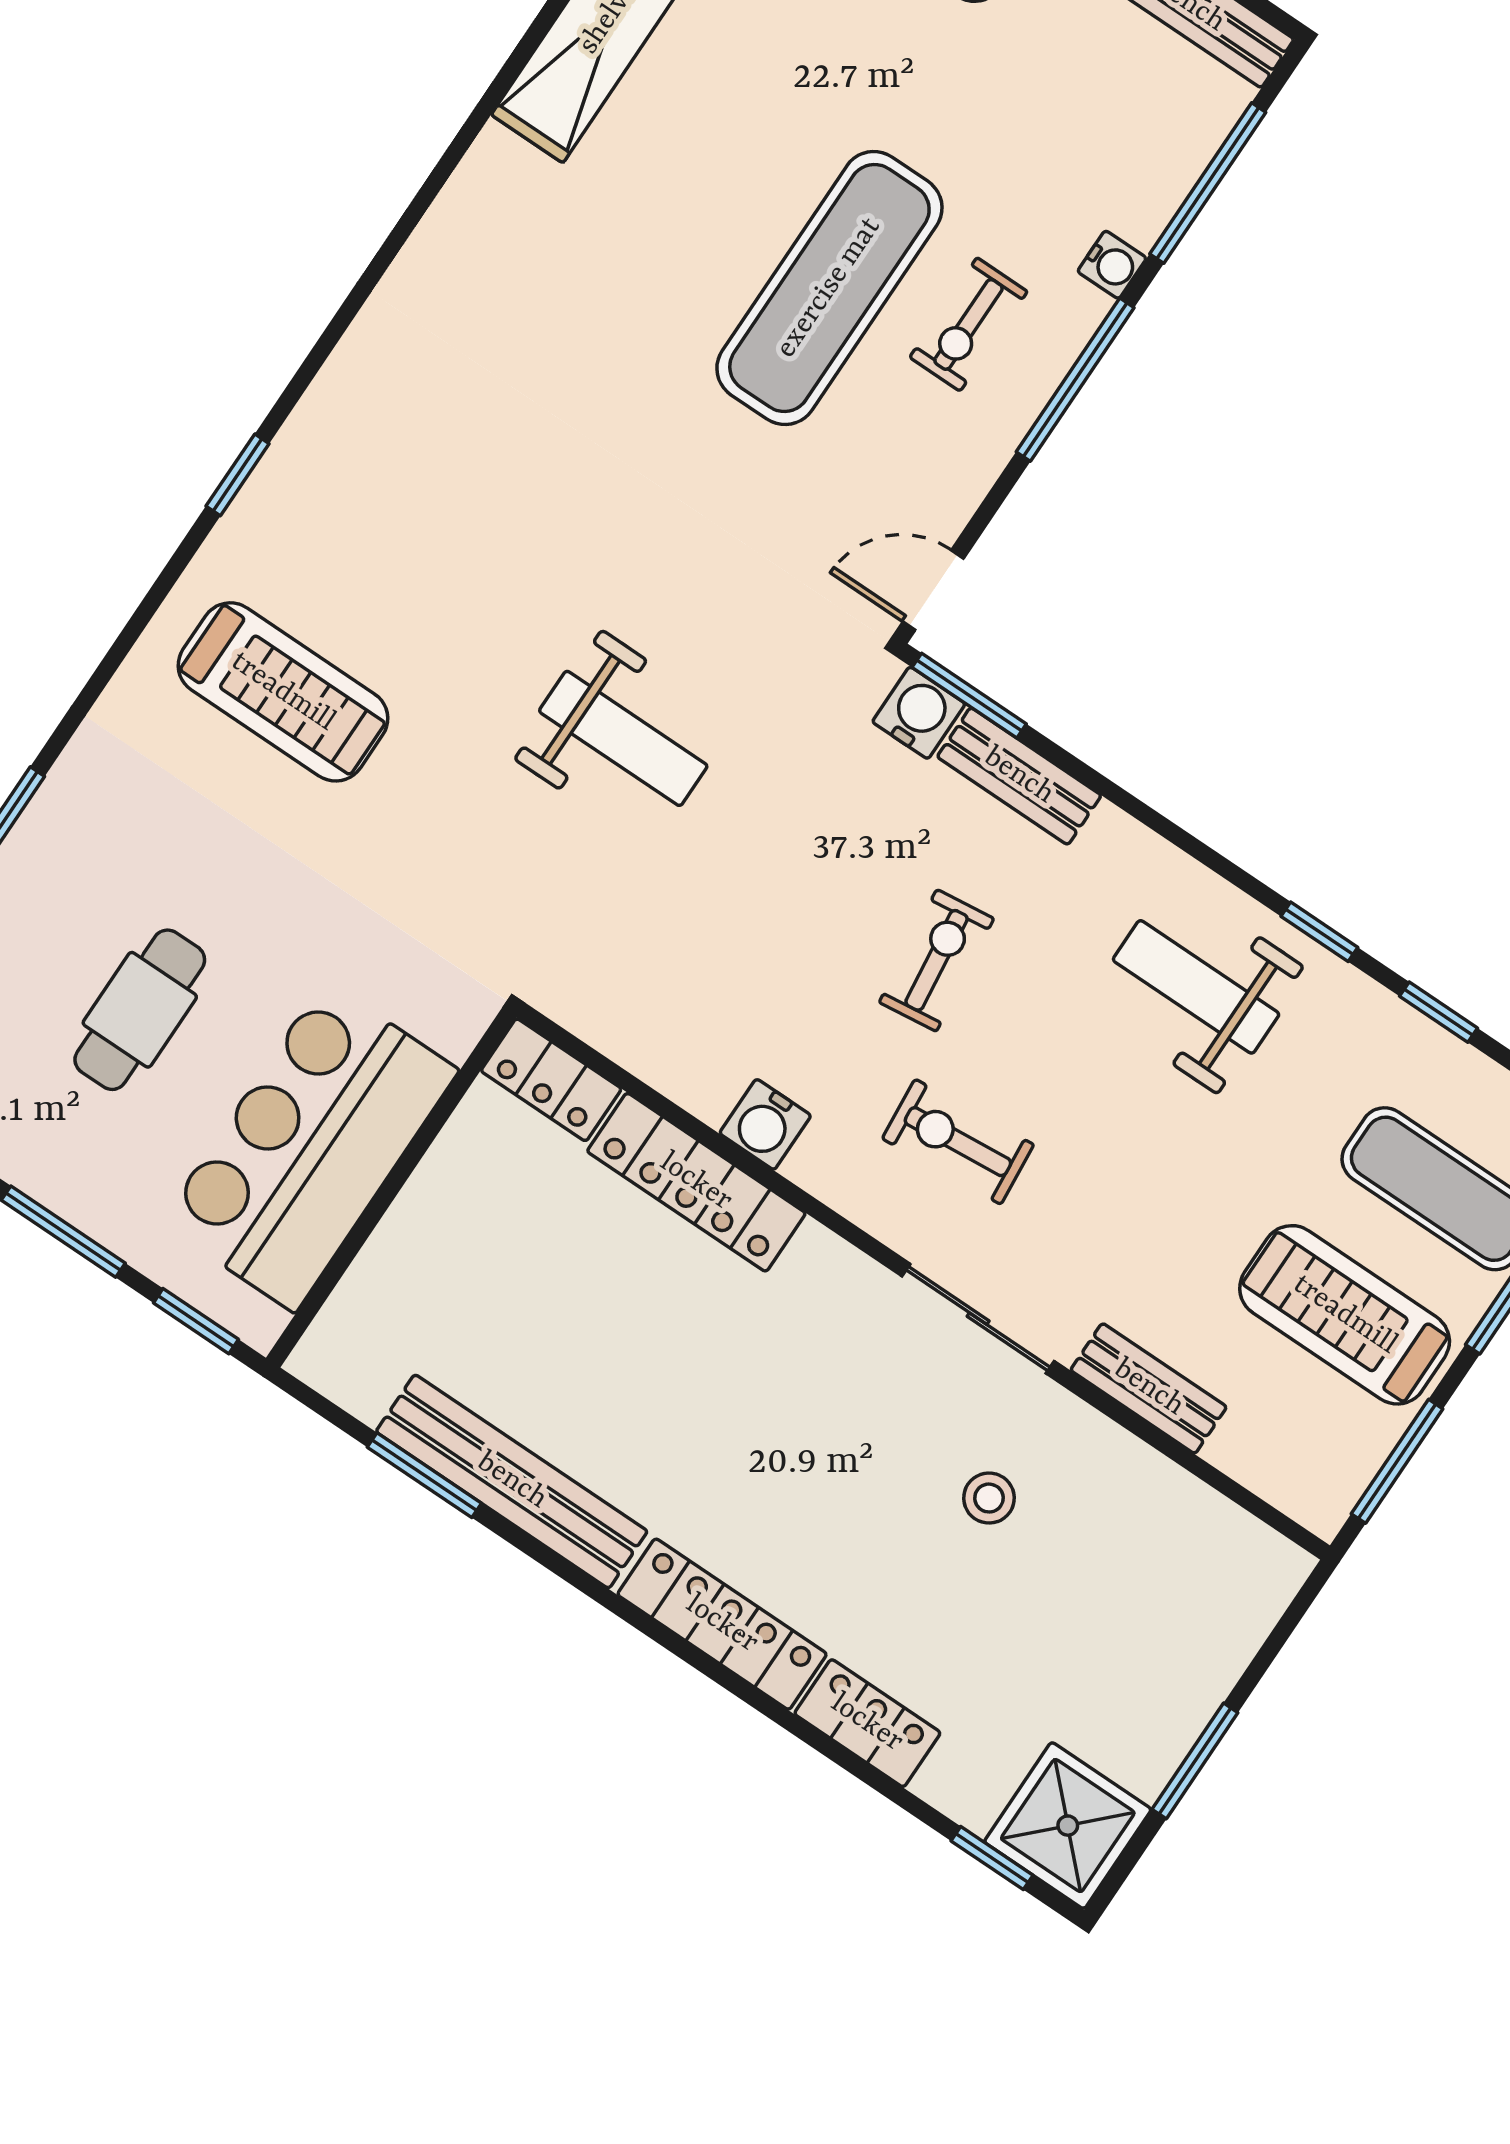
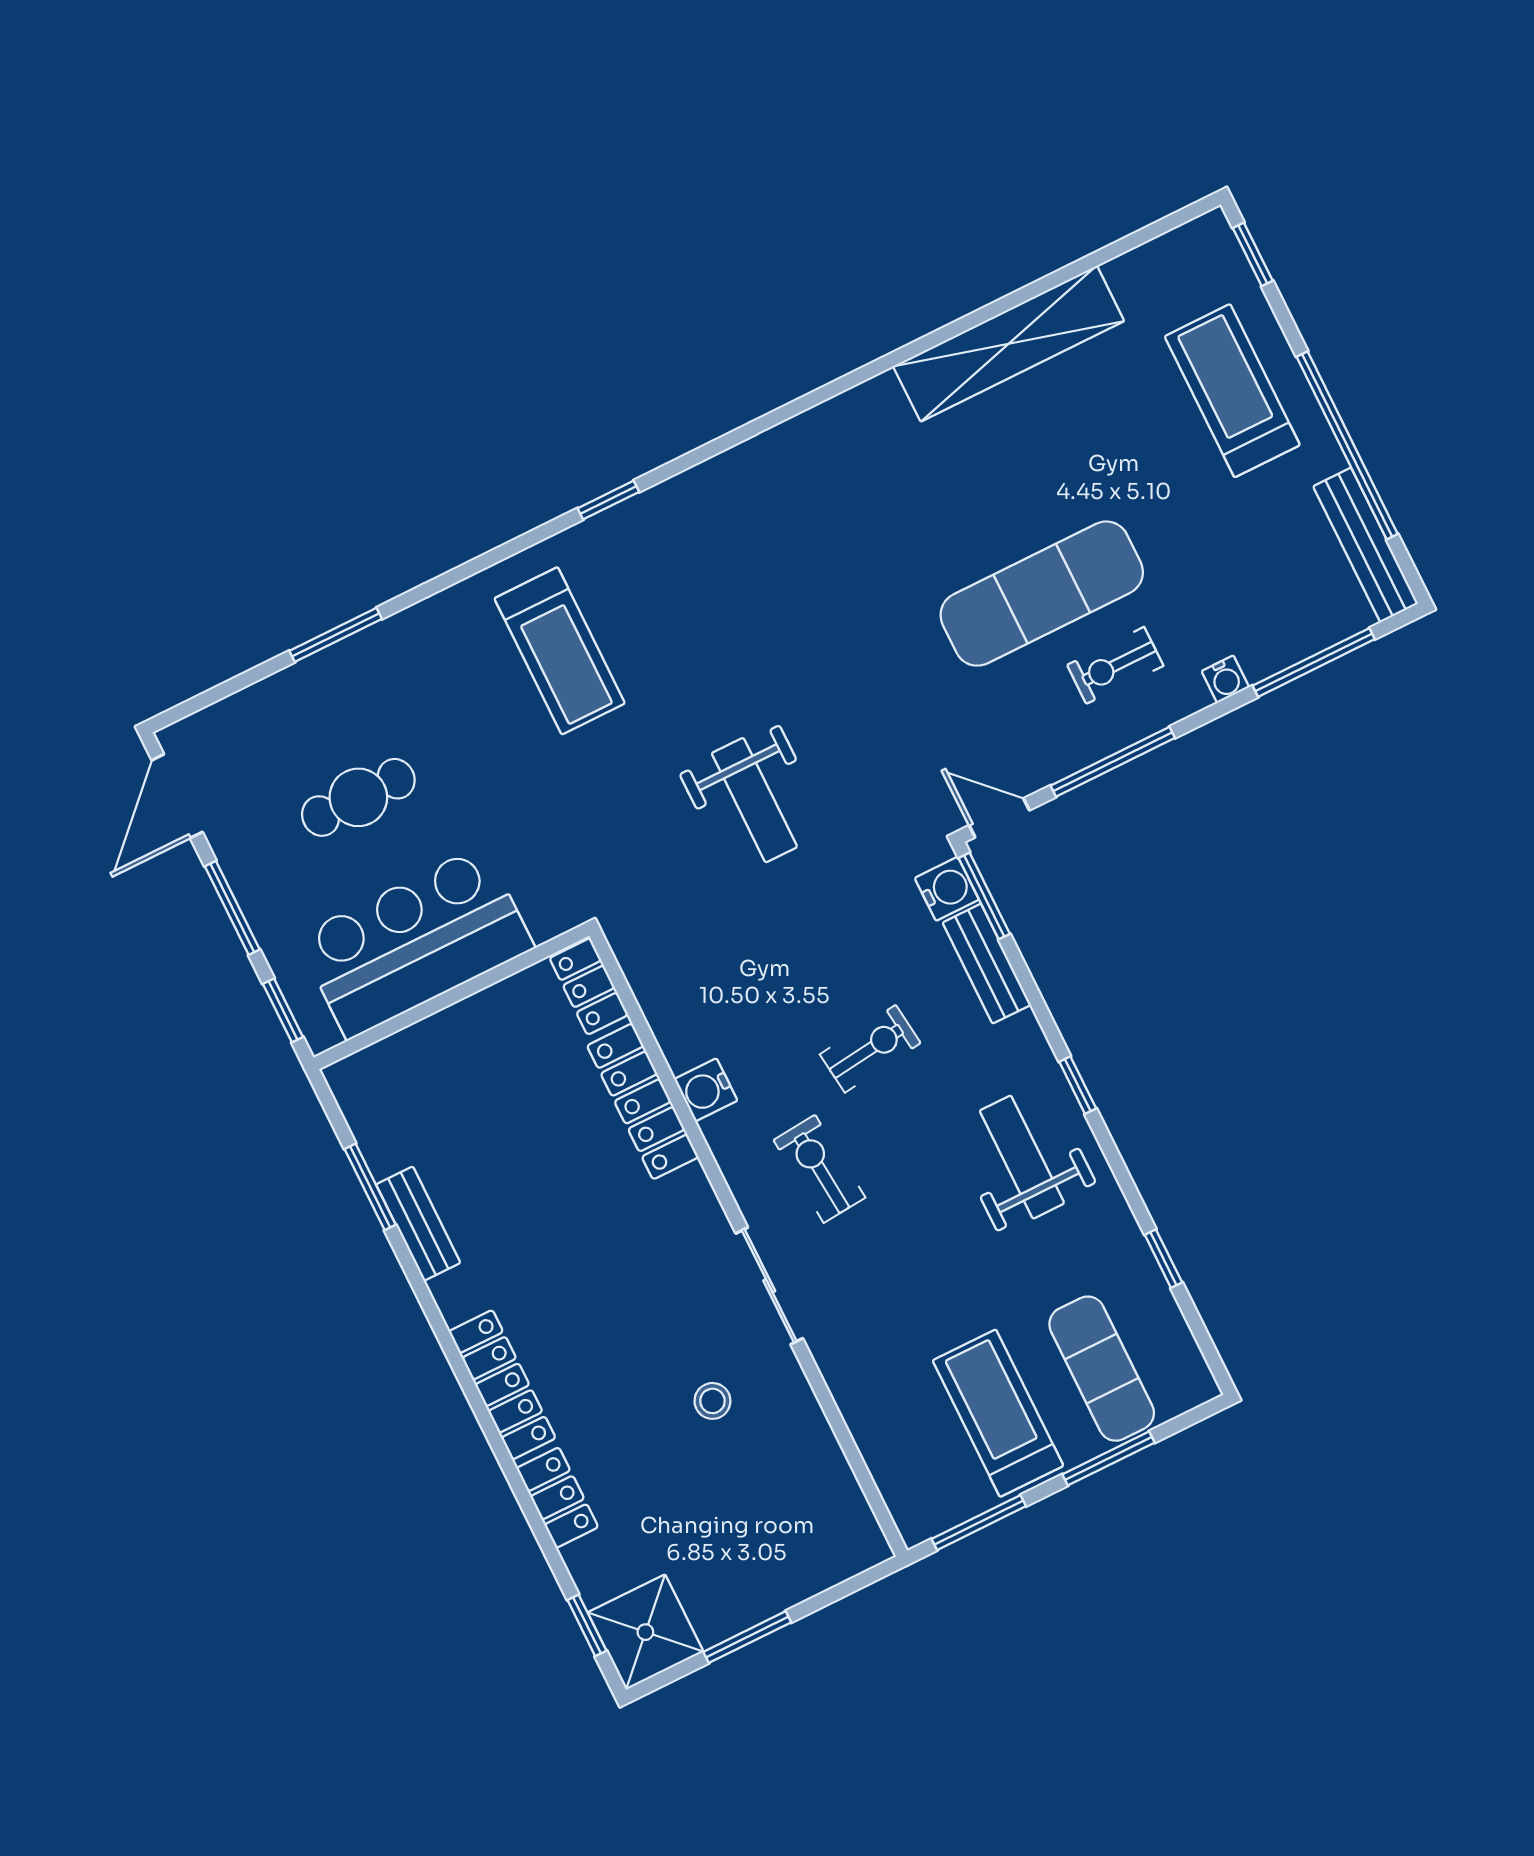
window: (1075, 380) -> (1113, 762), moved
window: (1319, 932) -> (1078, 1085), moved
bench: (1149, 1388) -> (850, 1389), removed
bench: (512, 1481) -> (418, 1224), width x0.54, depth x0.82

